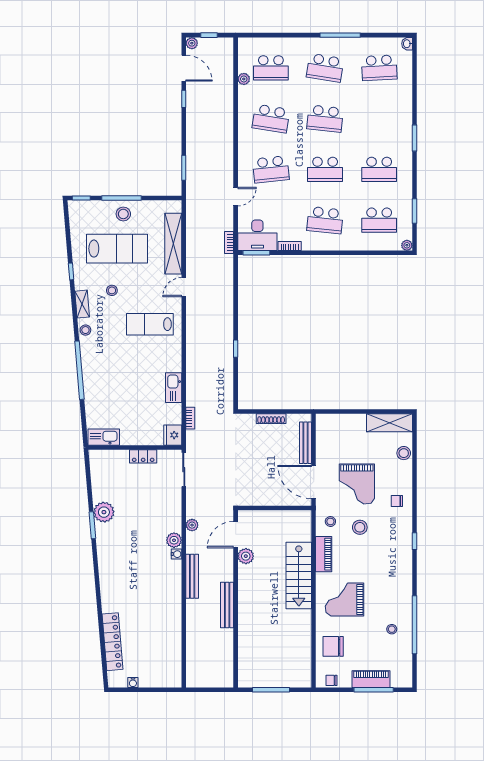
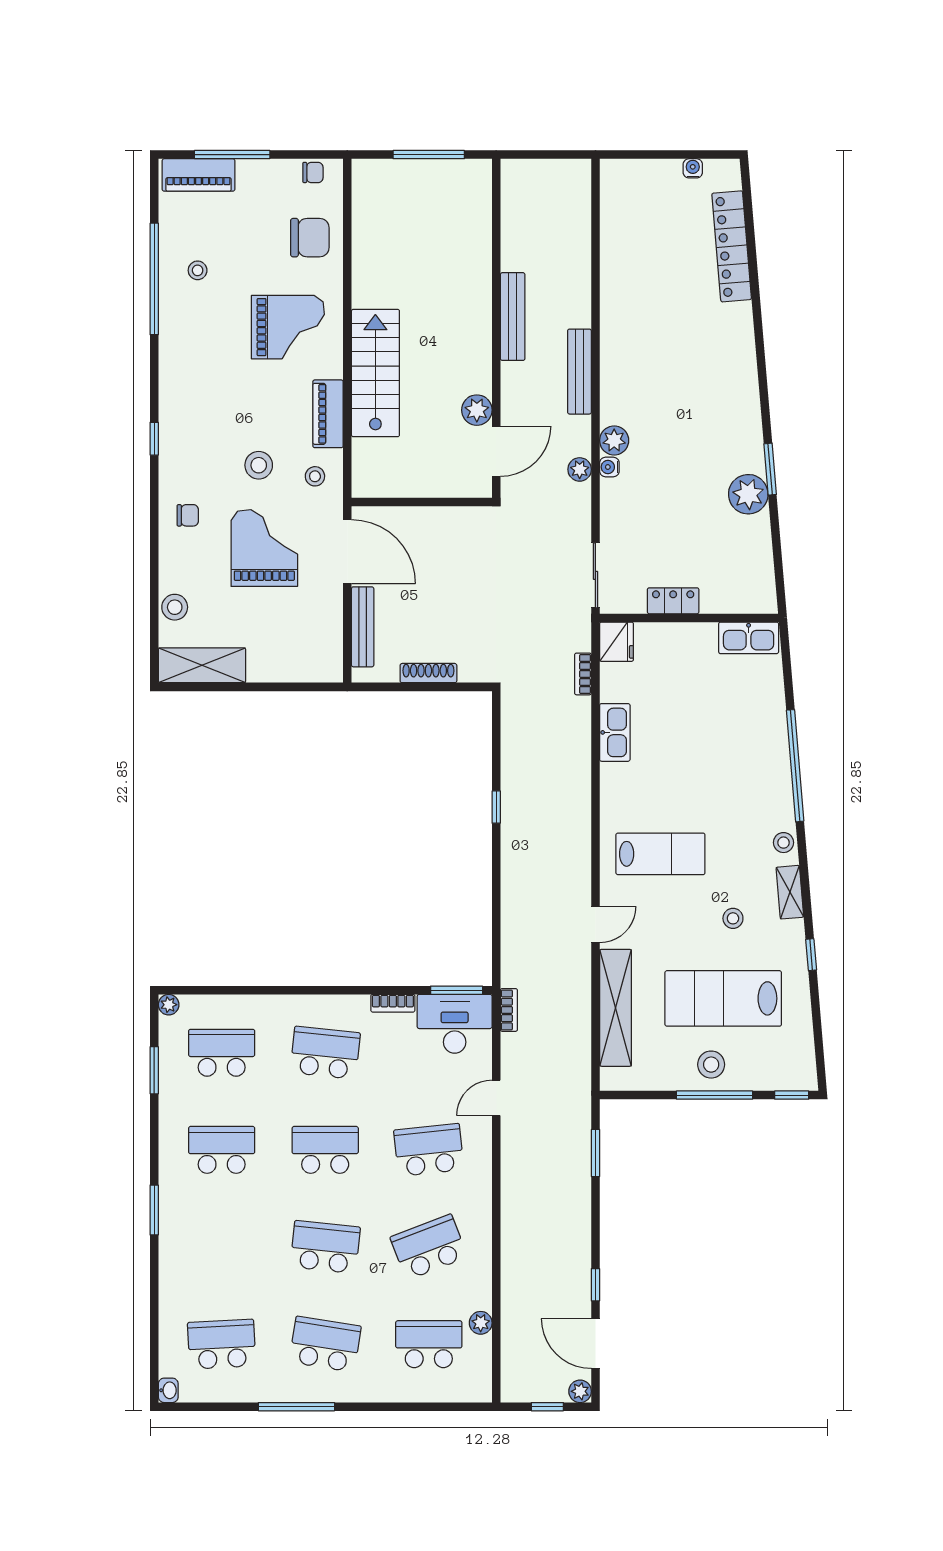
school desk: (271, 119) -> (429, 1247), turned -30
water cooler: (176, 554) -> (609, 467), moved
piano: (371, 679) -> (199, 175), moved

